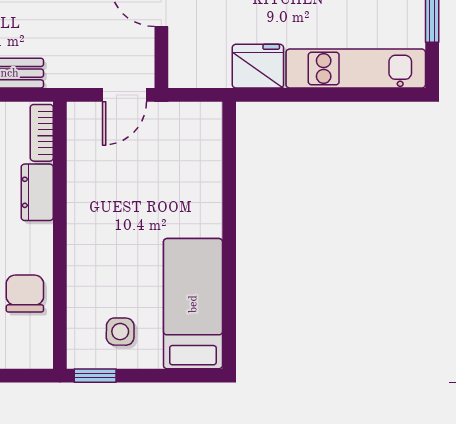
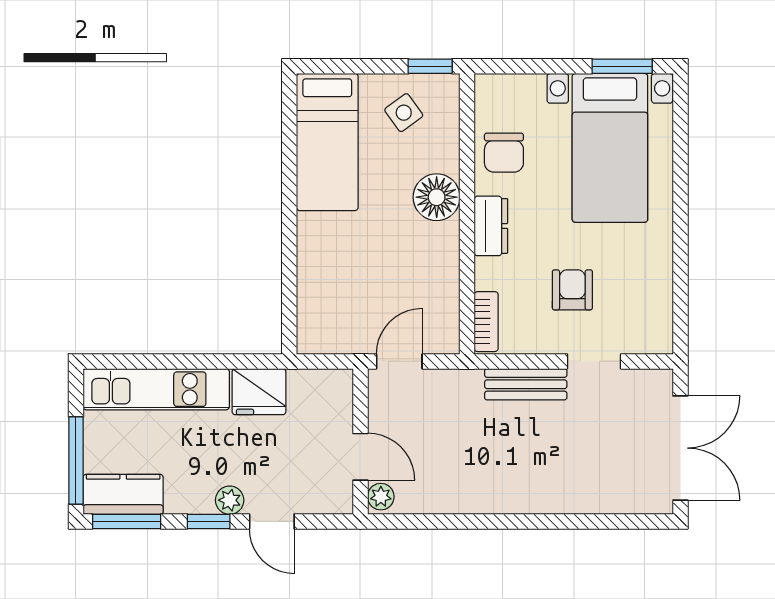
dresser: (37, 192) -> (491, 226), moved
floor lamp: (89, 251) -> (437, 197), added
side table: (120, 332) -> (404, 113), turned -37

